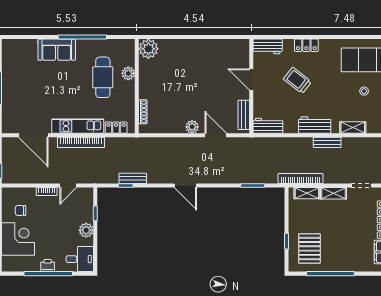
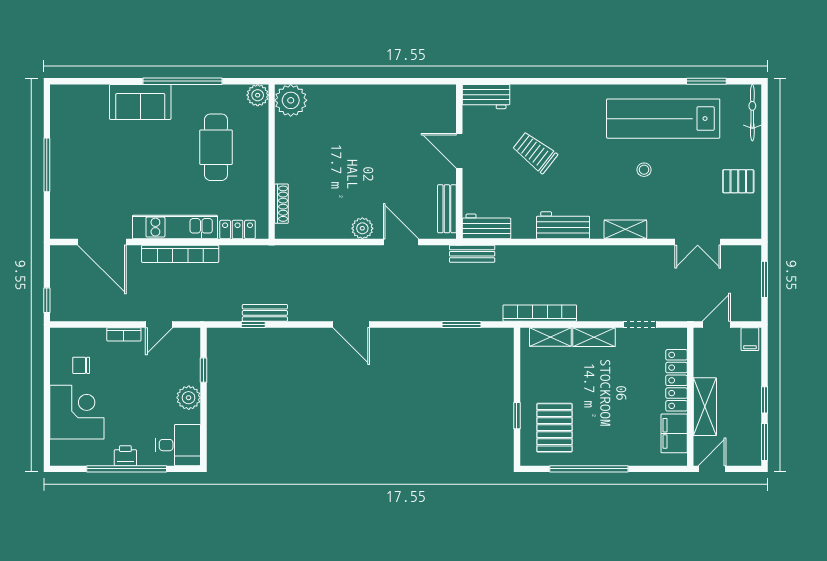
locker: (306, 45) -> (549, 95), removed
plant: (128, 73) -> (258, 95), moved
bench: (327, 142) -> (472, 254), moved

